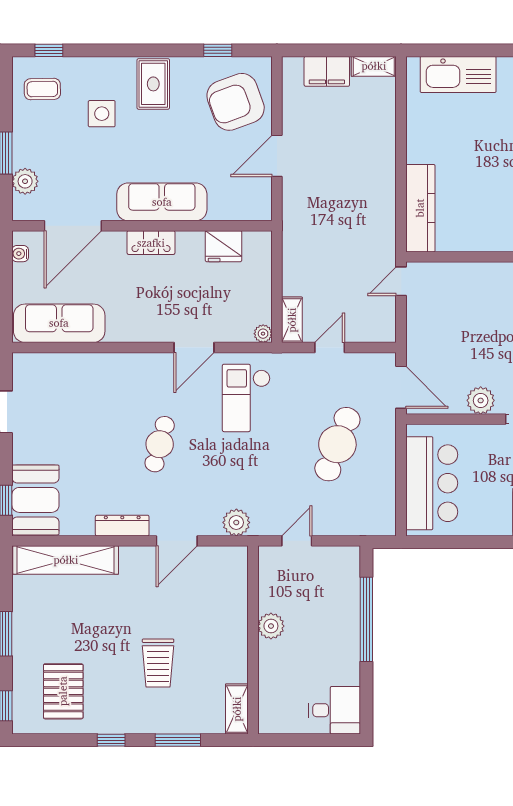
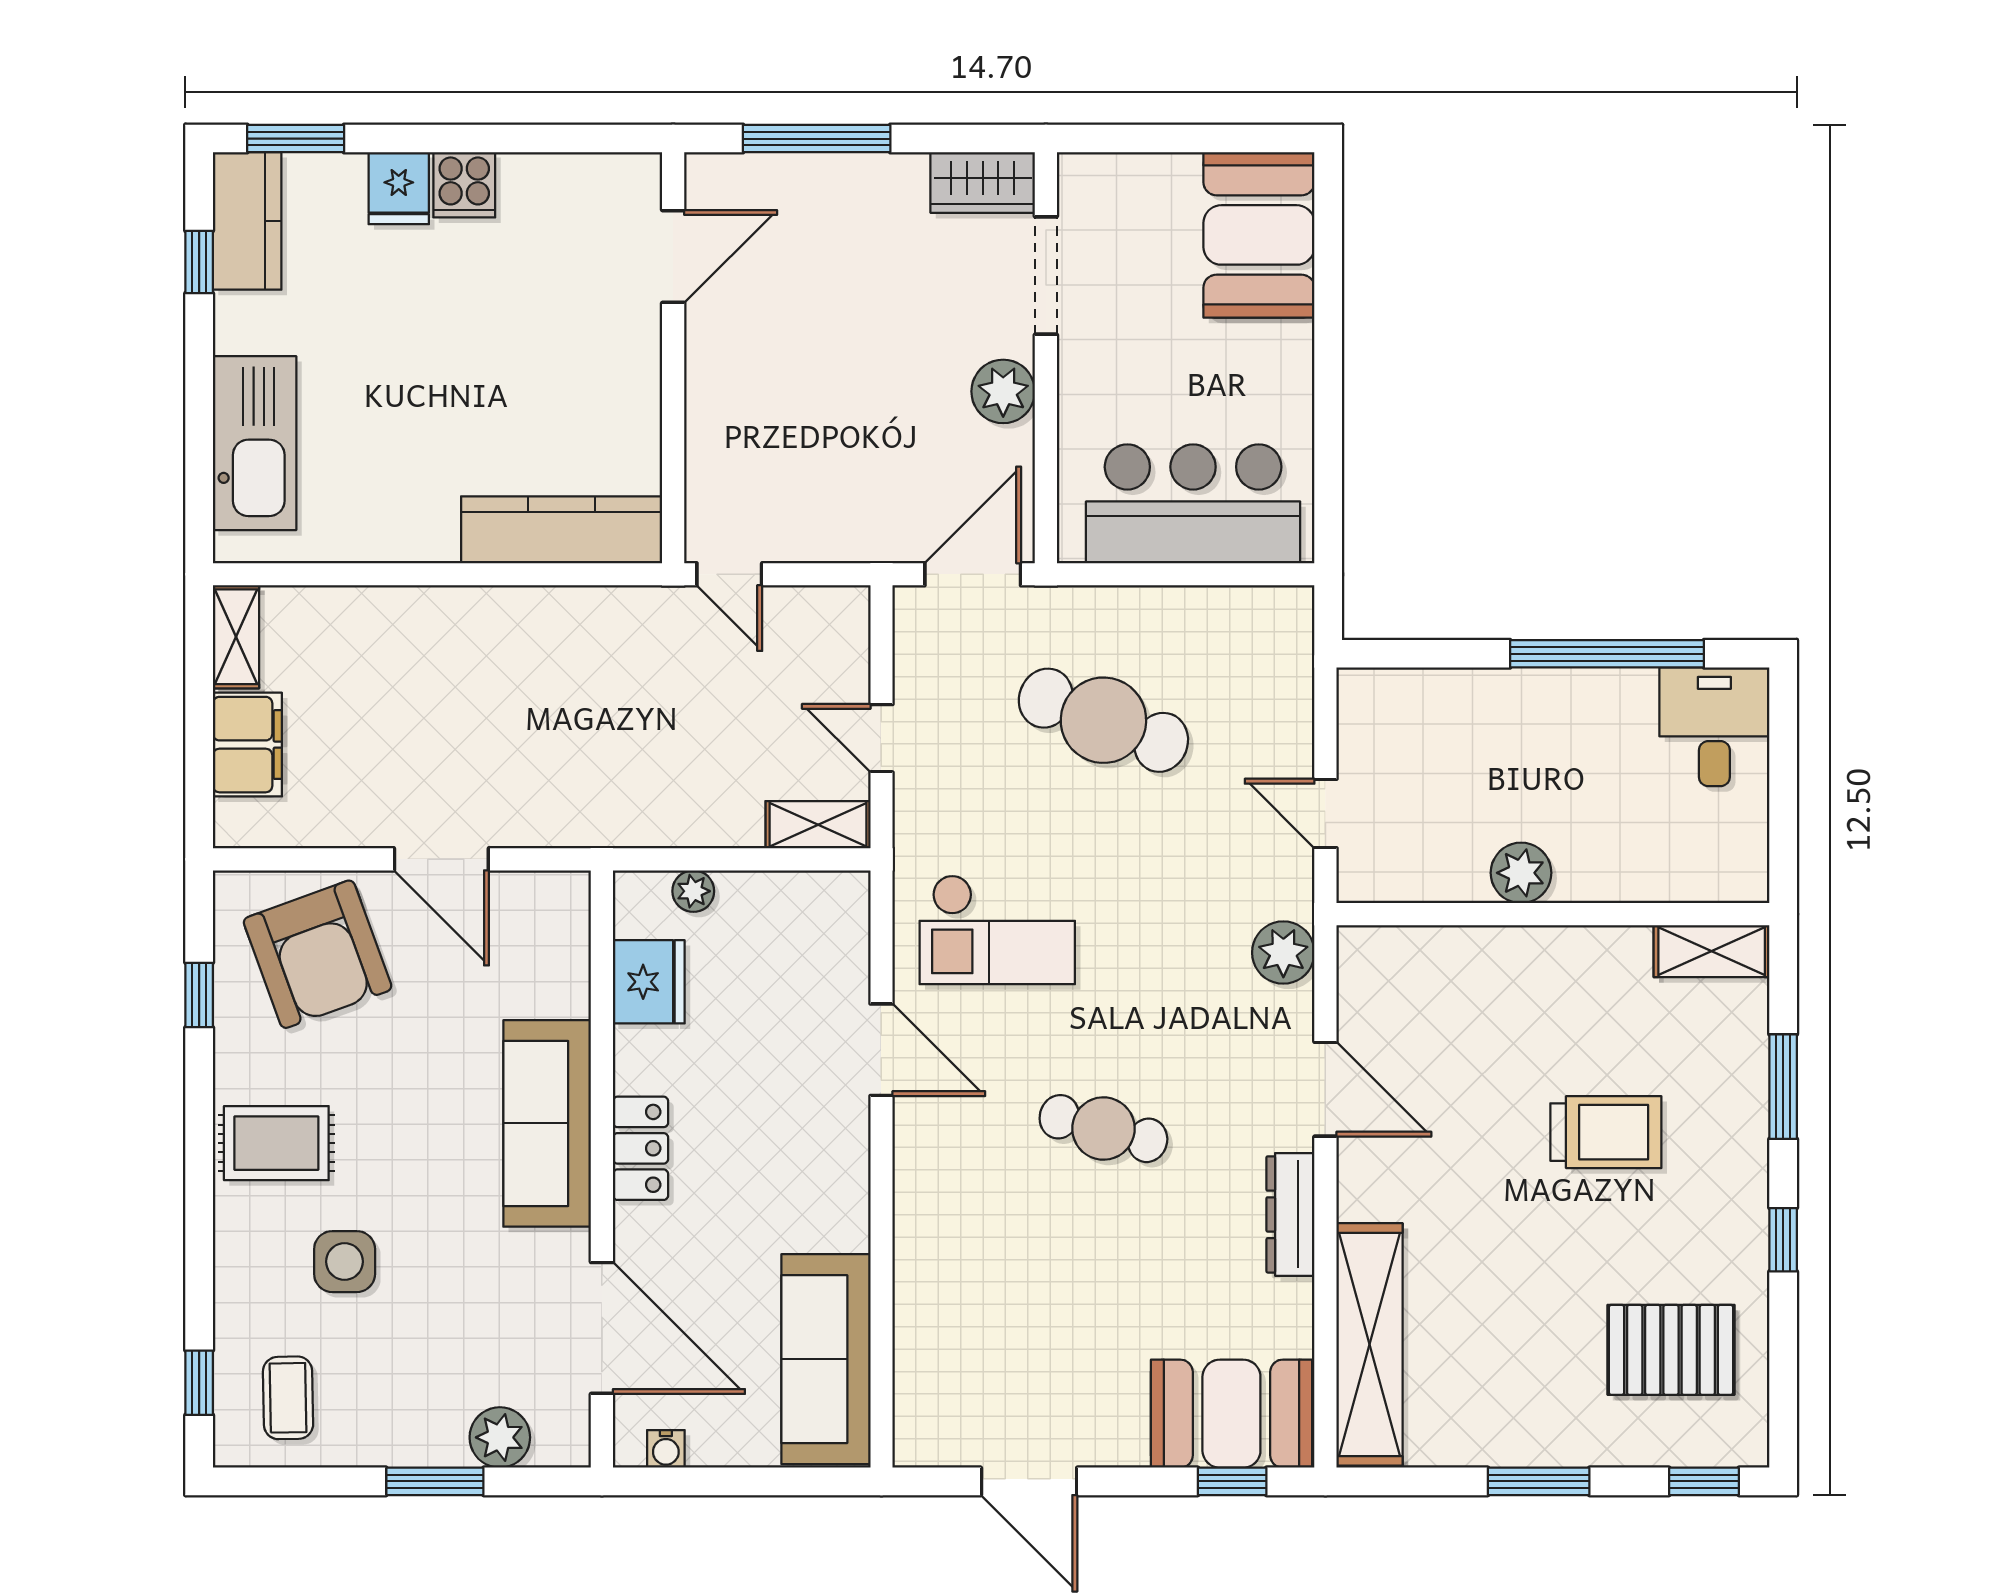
plant: (263, 334) -> (693, 891), moved
window: (366, 619) -> (1607, 654), moved

